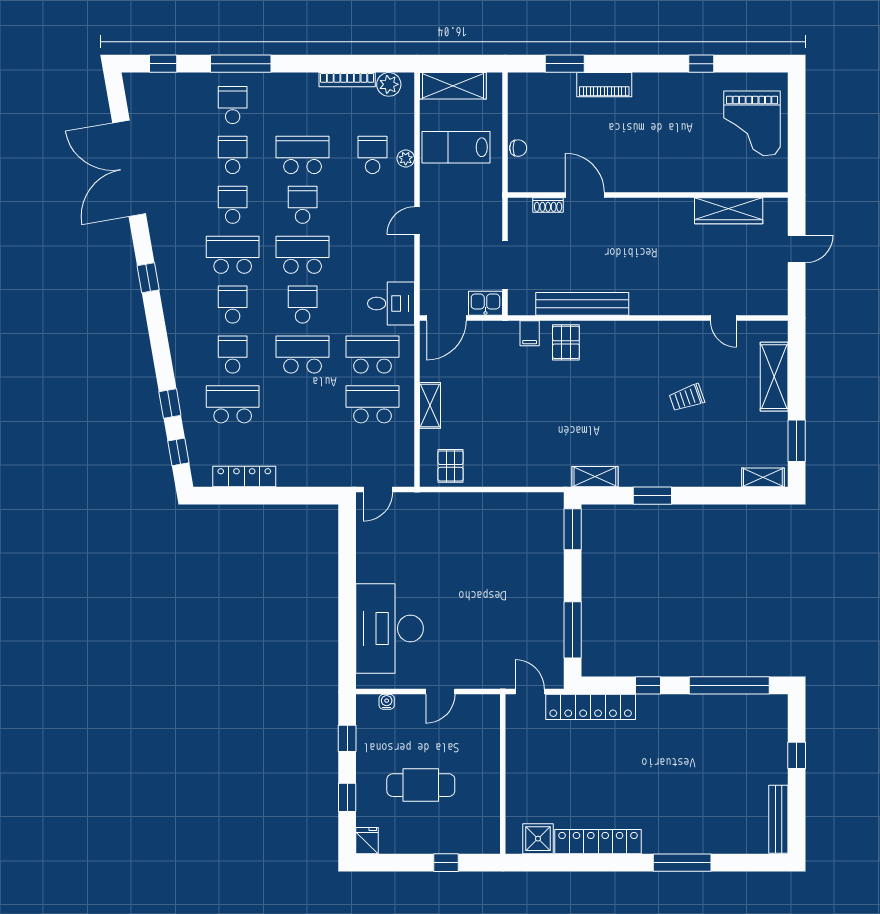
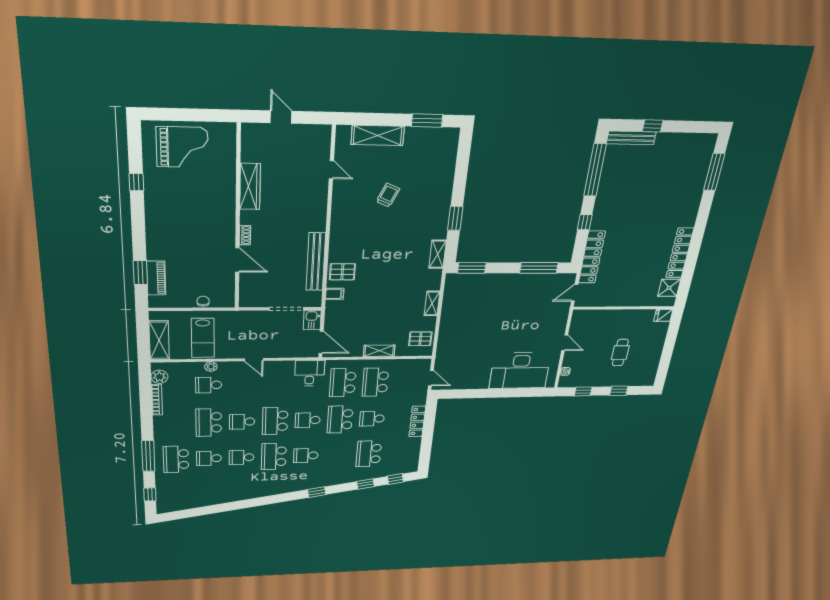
piano: (604, 85) -> (156, 278), moved
school desk: (233, 105) -> (176, 459), width x1.85
double door: (129, 168) -> (218, 508), removed
door: (585, 195) -> (237, 260), swing flipped
shoe rack: (548, 205) -> (245, 235), moved
wardrobe: (729, 211) -> (250, 186), moved
window: (148, 278) -> (317, 492), moved
door: (723, 318) -> (331, 170), hinge flipped
school desk: (233, 354) -> (372, 419), moved
trolley: (687, 398) -> (388, 195), turned -137
locker: (244, 476) -> (417, 421), moved
shelving: (763, 477) -> (432, 303), moved
cafe table: (421, 785) -> (620, 353), width x0.73, depth x0.74
bench: (778, 819) -> (631, 138), moved
fridge: (367, 841) -> (663, 315), moved
window: (446, 863) -> (671, 339), removed
window: (682, 863) -> (714, 172), moved

